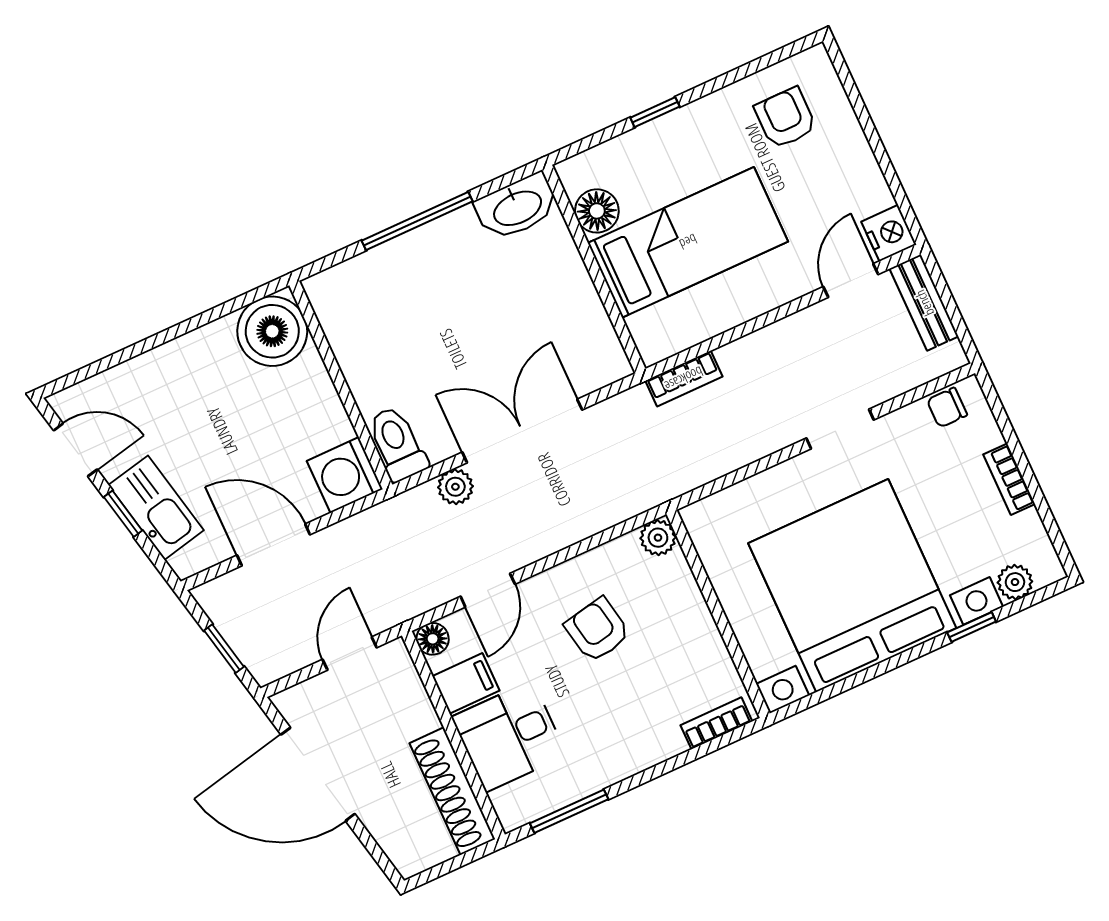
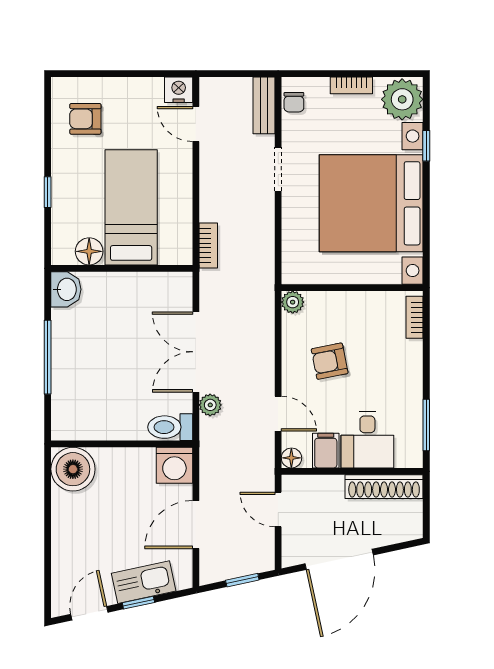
washbasin: (517, 207) -> (66, 289), width x0.72
bench: (924, 303) -> (264, 105), moved, turned 90
plant: (1015, 582) -> (402, 99), width x1.88, depth x1.88

